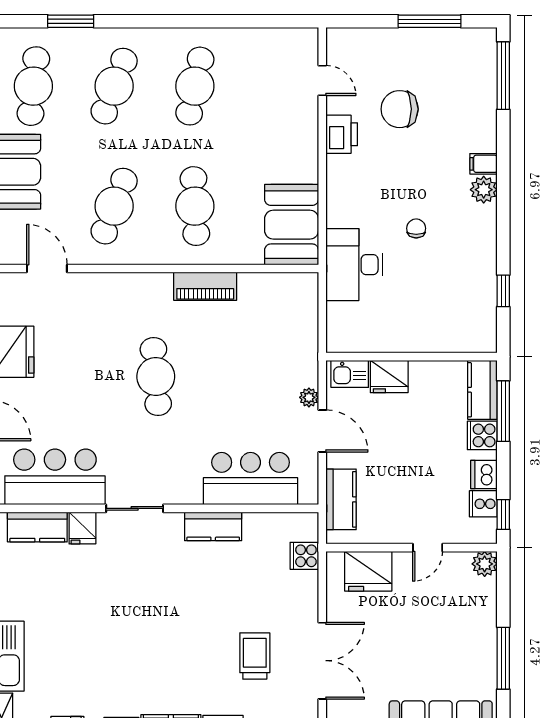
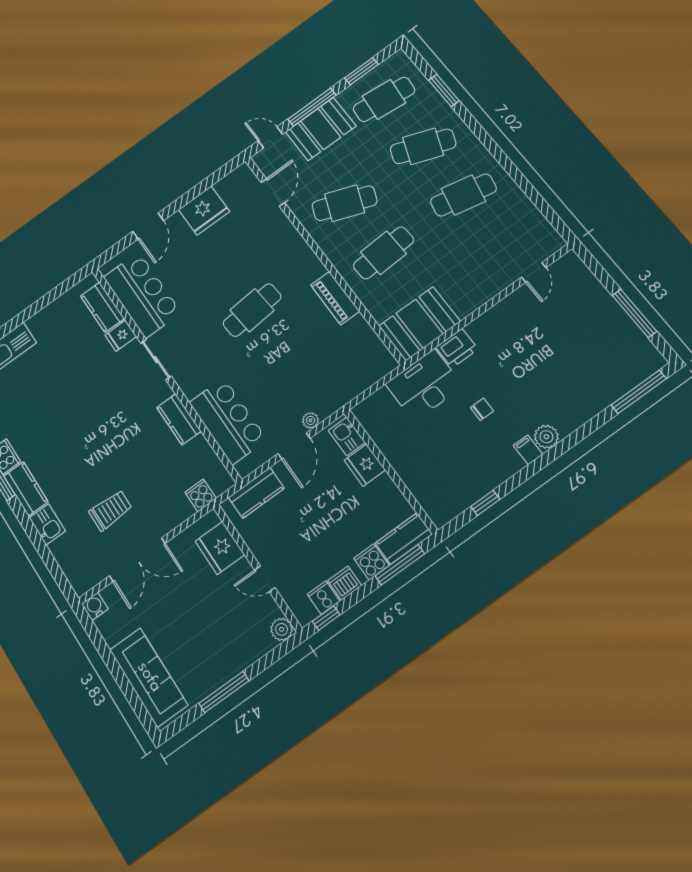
chair: (400, 109) -> (556, 338), removed
printer: (342, 134) -> (457, 348), moved
filing cabinet: (484, 164) -> (528, 450), moved

